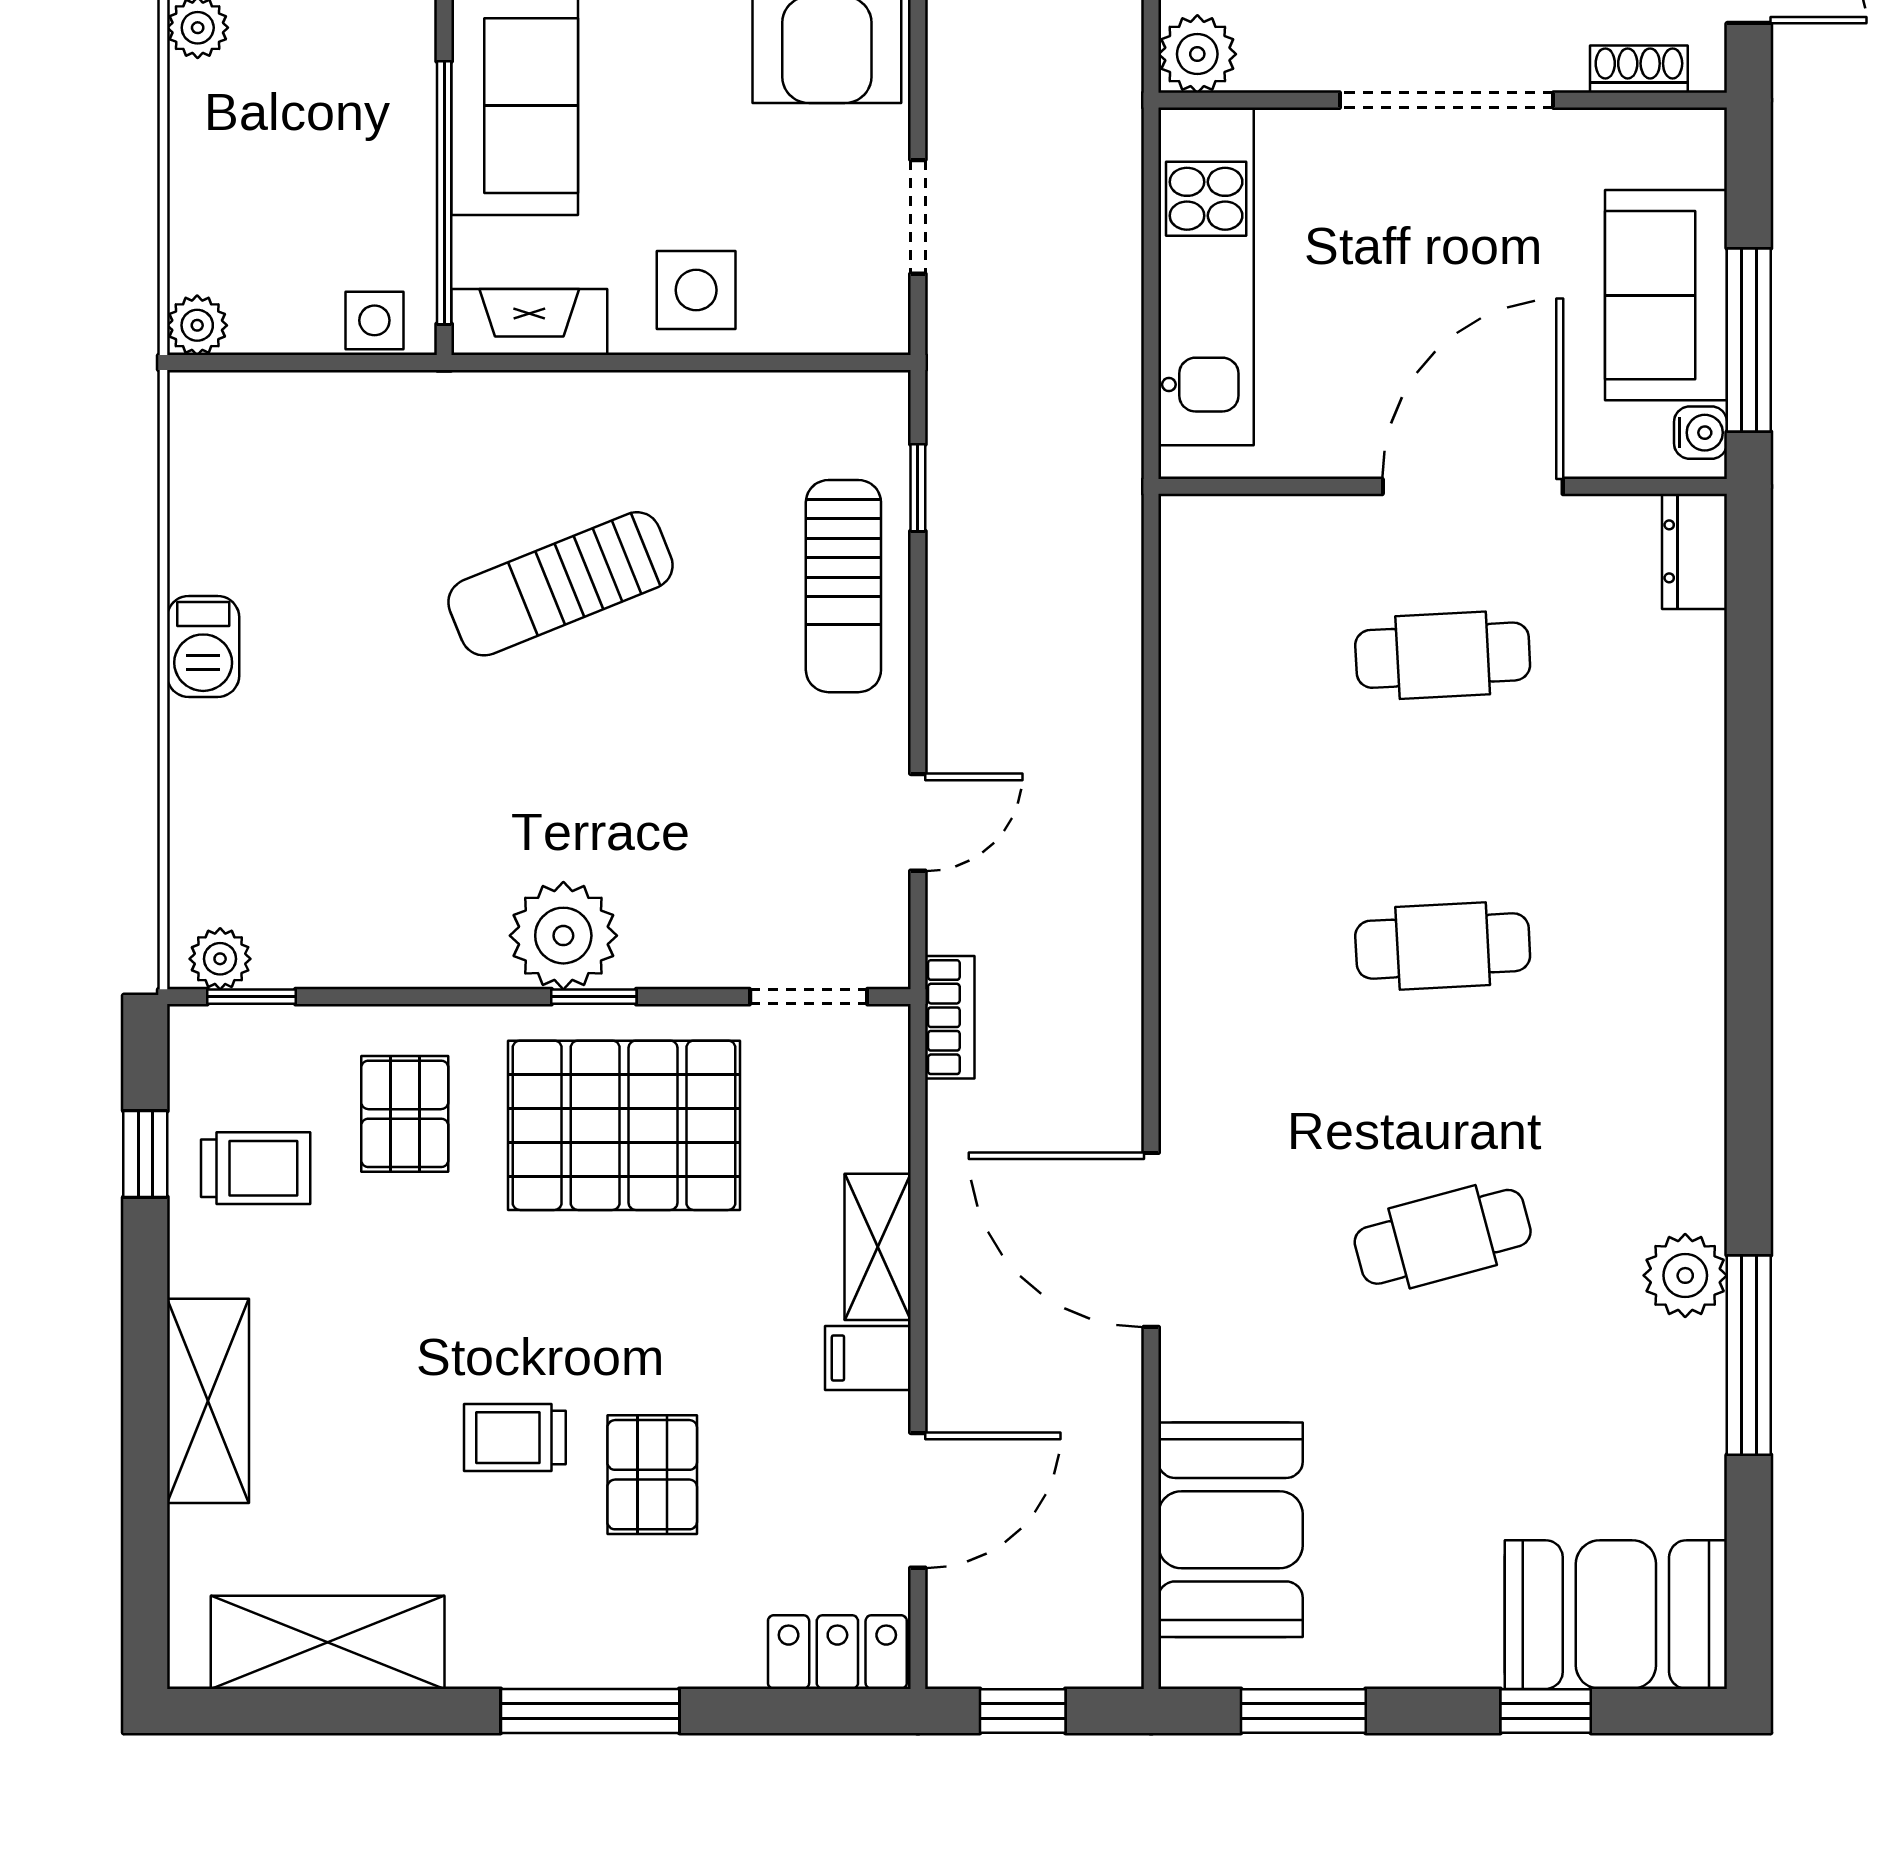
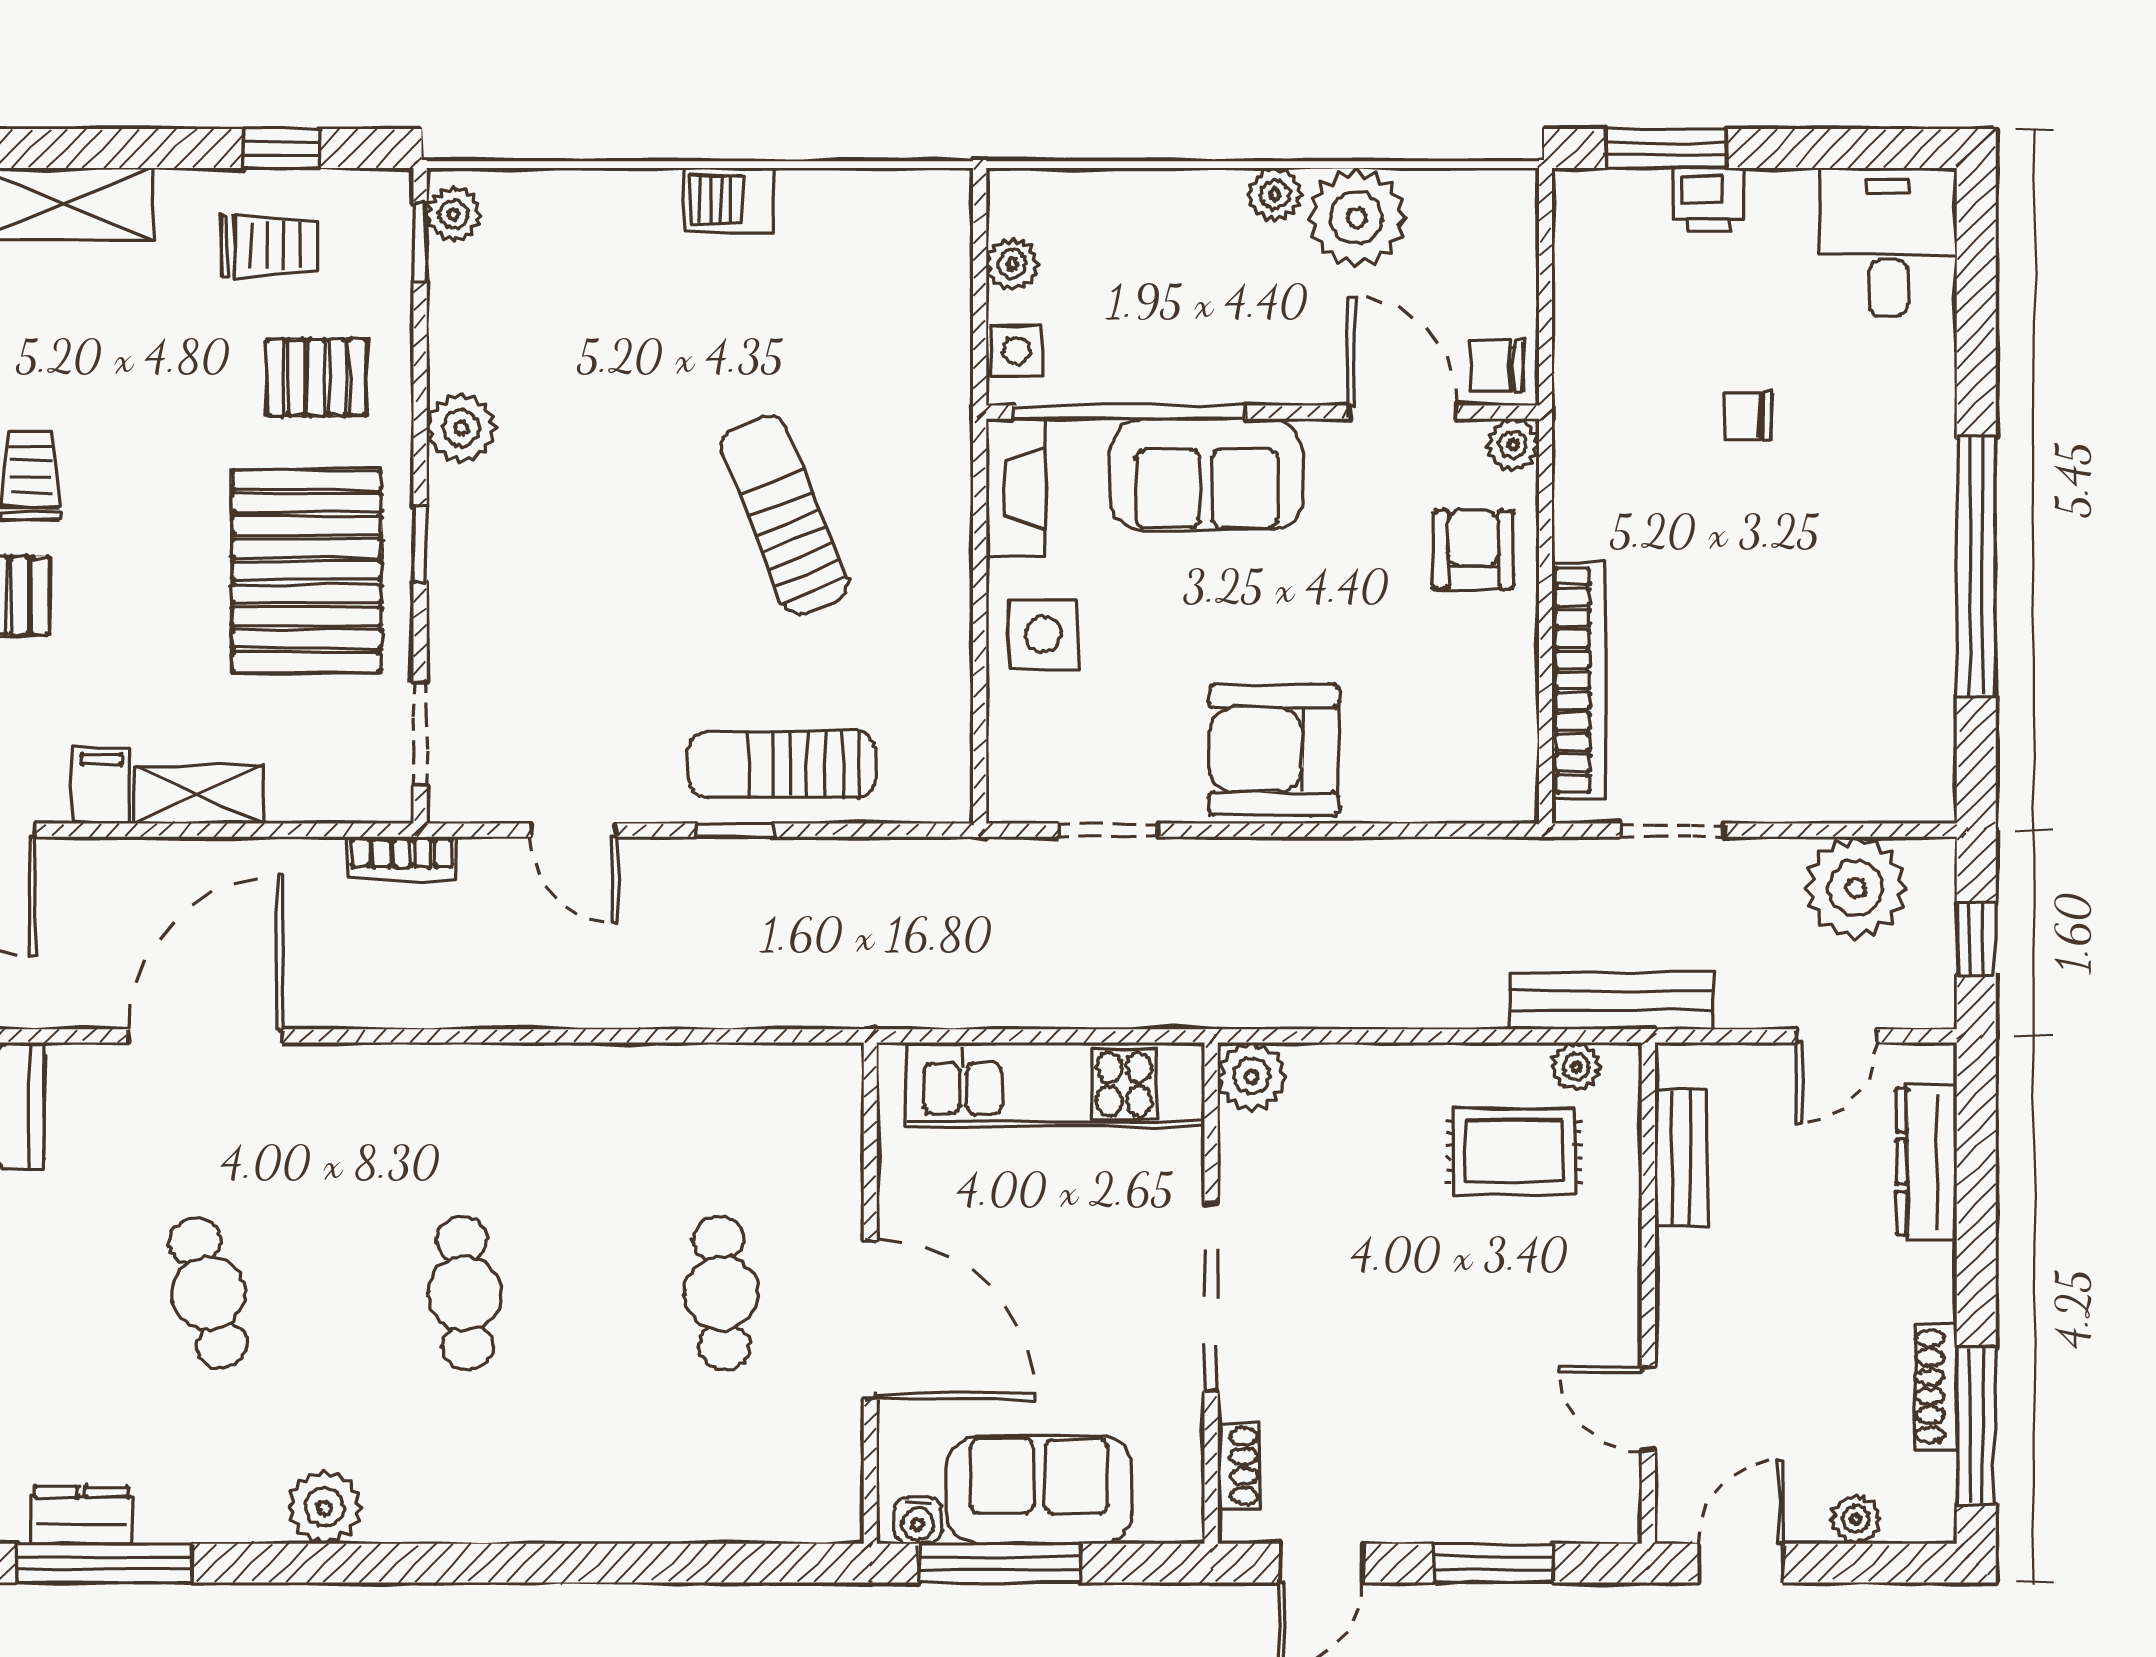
plant: (197, 325) -> (1012, 264), moved
window: (918, 488) -> (735, 830), moved
dresser: (1694, 551) -> (81, 1515), moved
plant: (563, 936) -> (461, 428), moved, width x0.73, depth x0.73
trolley: (256, 1168) -> (269, 246), turned -90
plant: (1685, 1275) -> (324, 1507), moved

